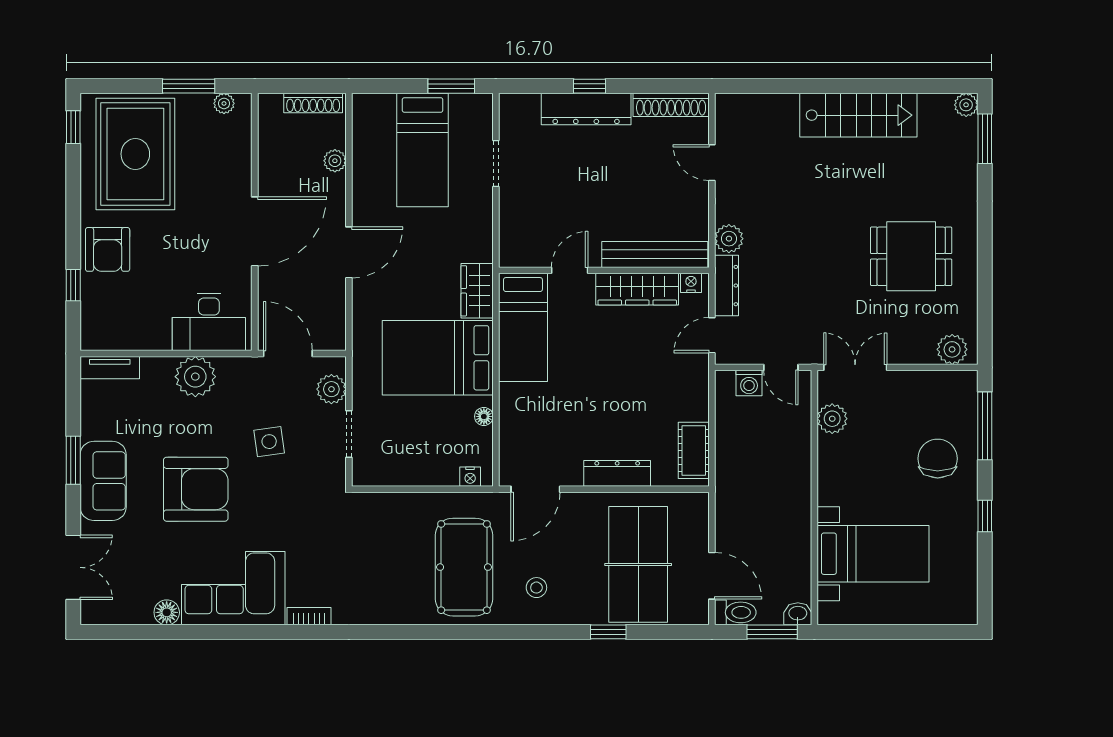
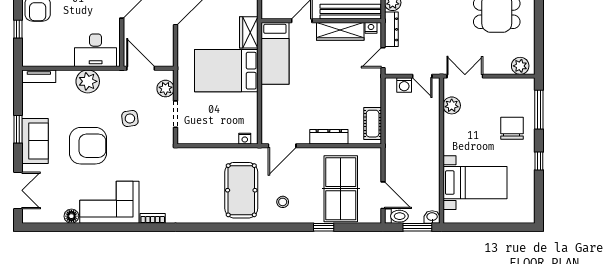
floor lamp: (484, 416) -> (253, 104), removed

